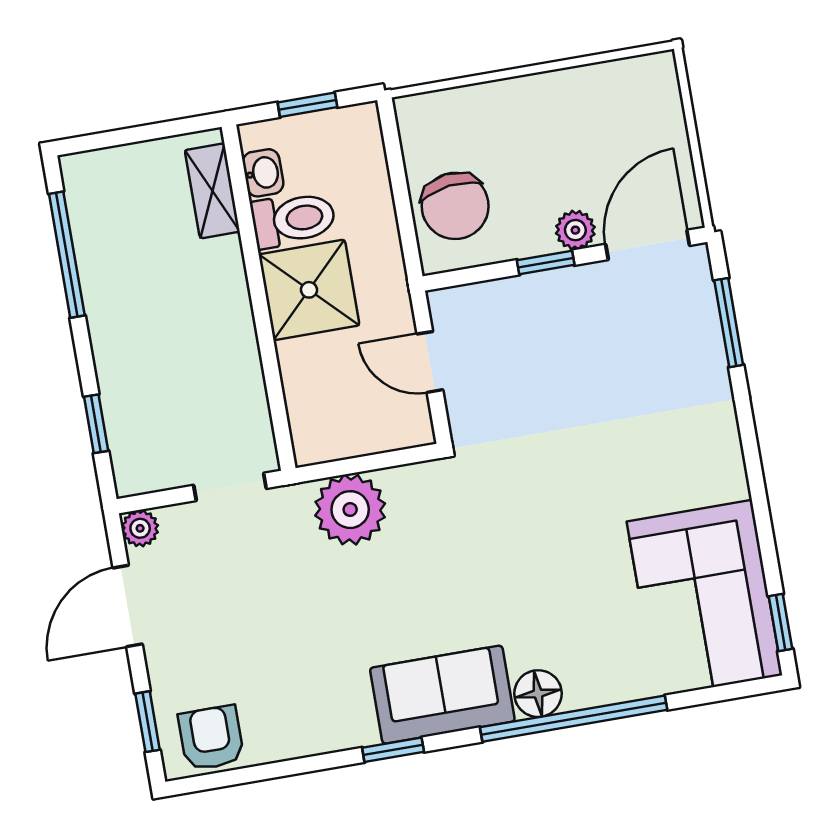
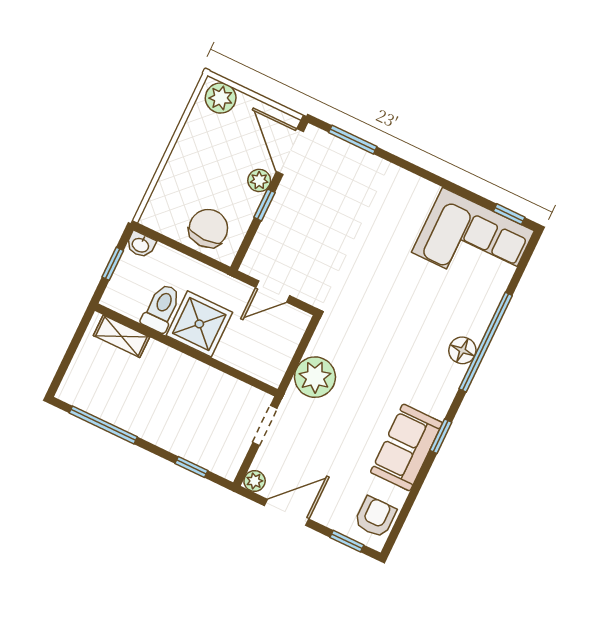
plant: (654, 91) -> (221, 98), added
washbasin: (263, 173) -> (141, 245), moved, turned 180
chair: (455, 206) -> (208, 228), turned -83
door: (128, 606) -> (287, 512), swing flipped
sofa: (442, 695) -> (406, 447), moved
armchair: (211, 738) -> (375, 517), turned 90

